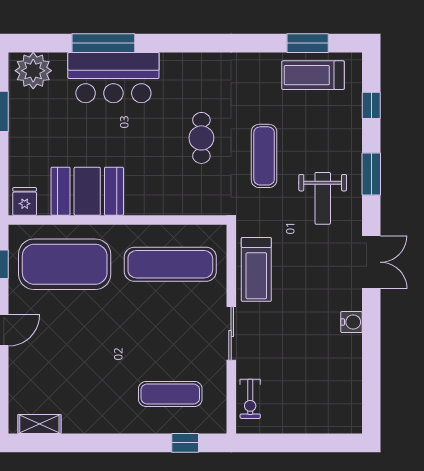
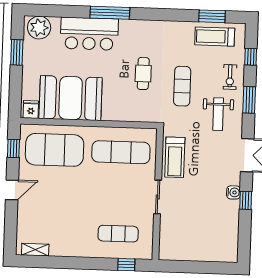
window: (103, 43) -> (110, 13), moved
booth: (87, 191) -> (71, 98), width x1.36, depth x1.42
window: (371, 334) -> (246, 200), added
exercise bike: (250, 399) -> (230, 77), moved

